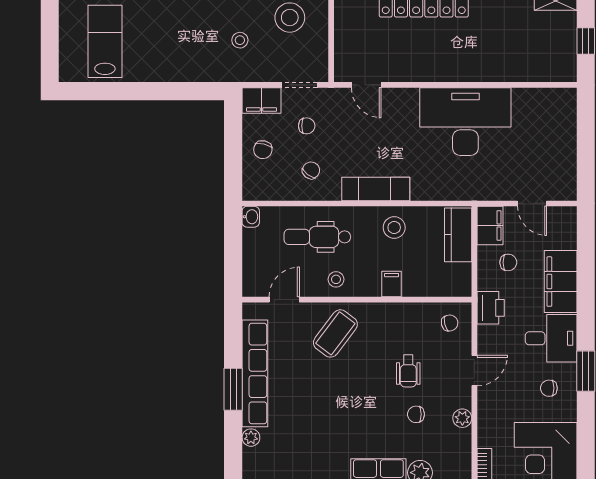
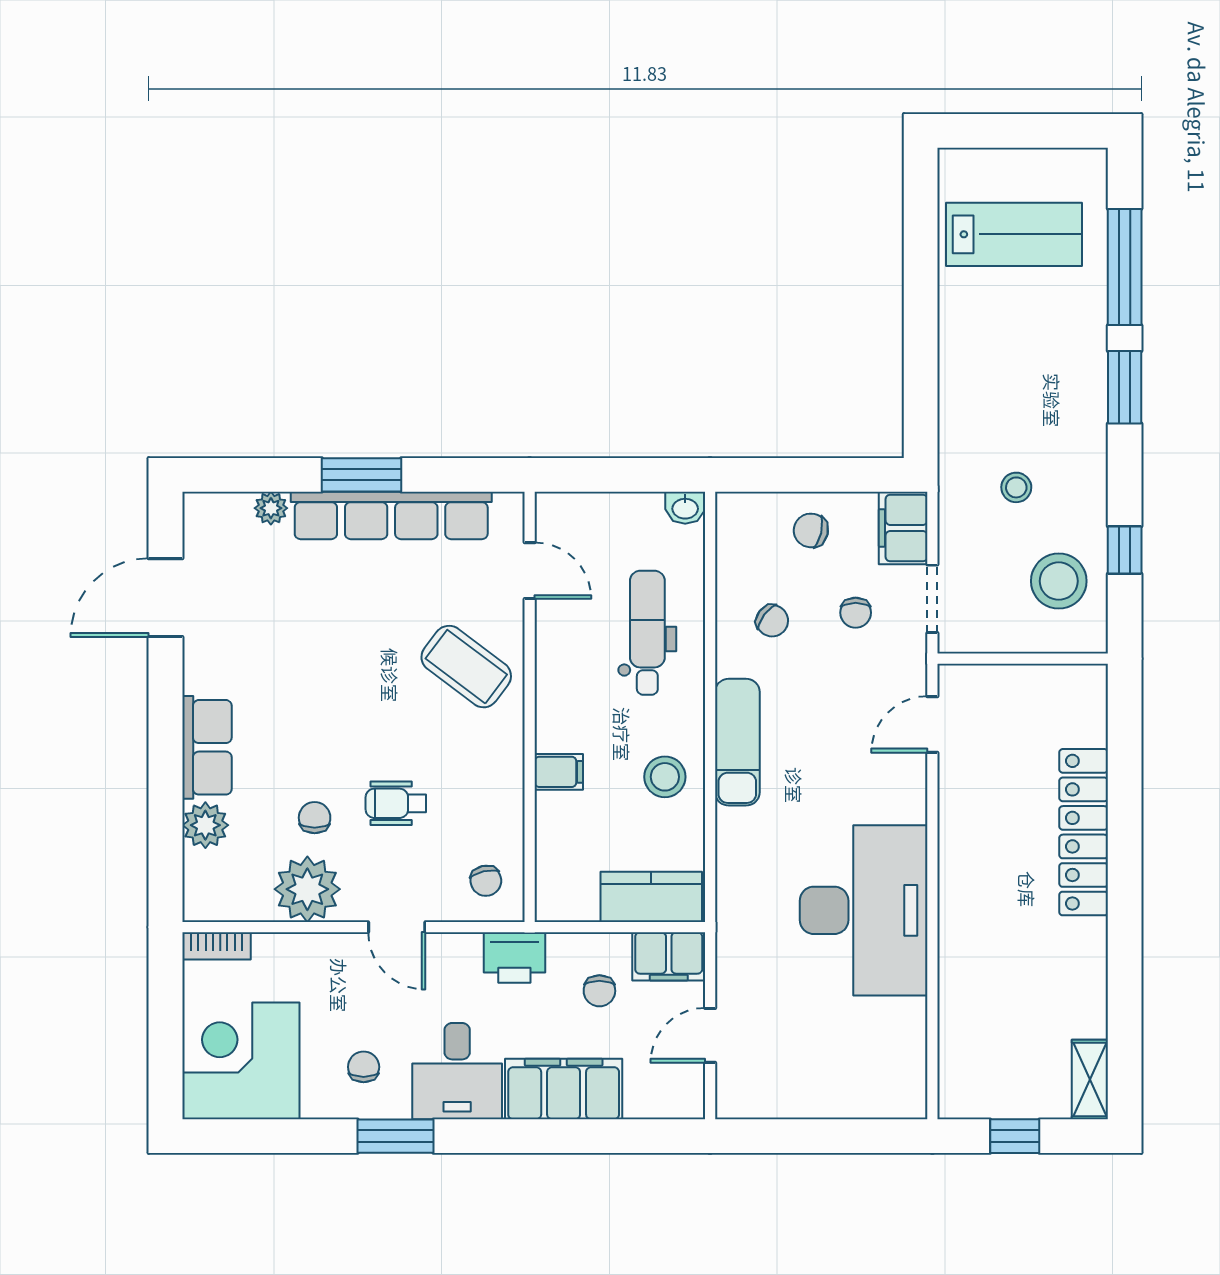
stool: (336, 279) -> (568, 668), removed
plant: (462, 418) -> (307, 889), width x1.88, depth x1.88

